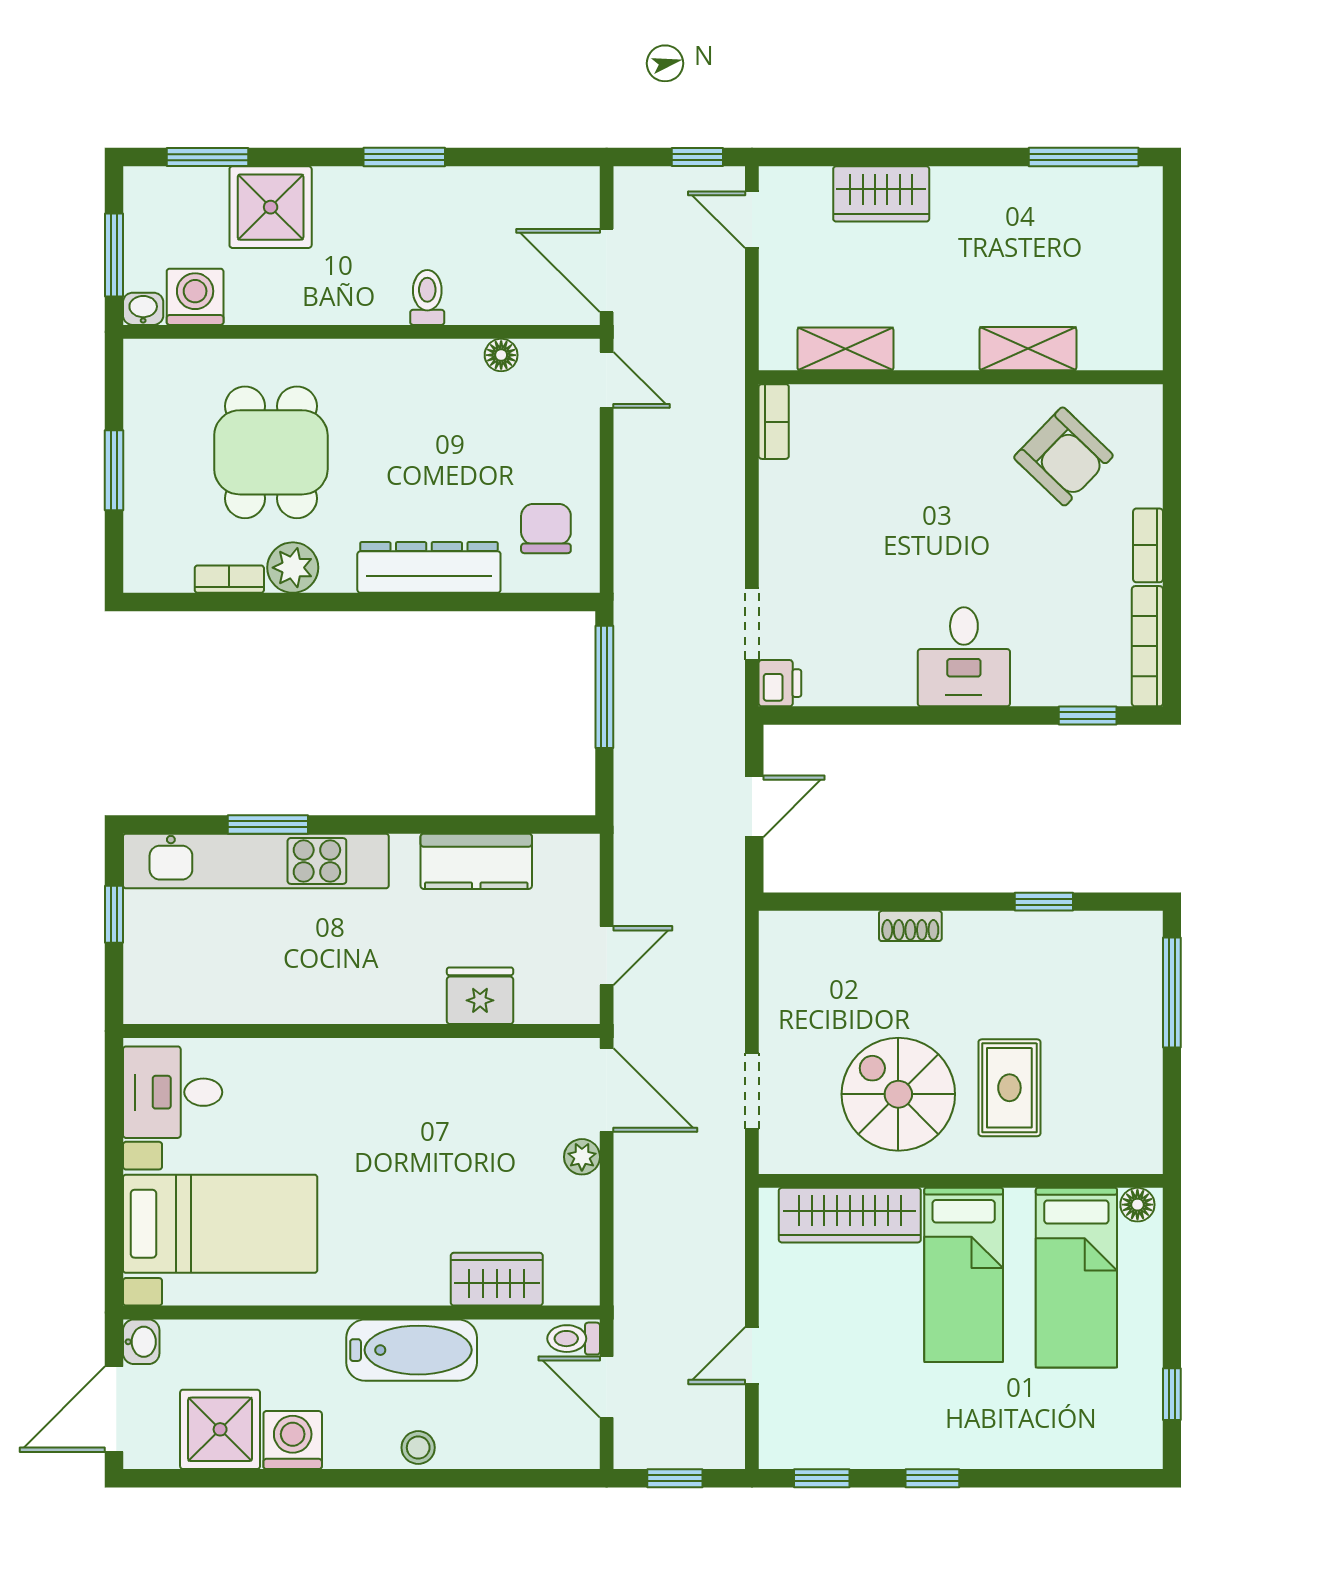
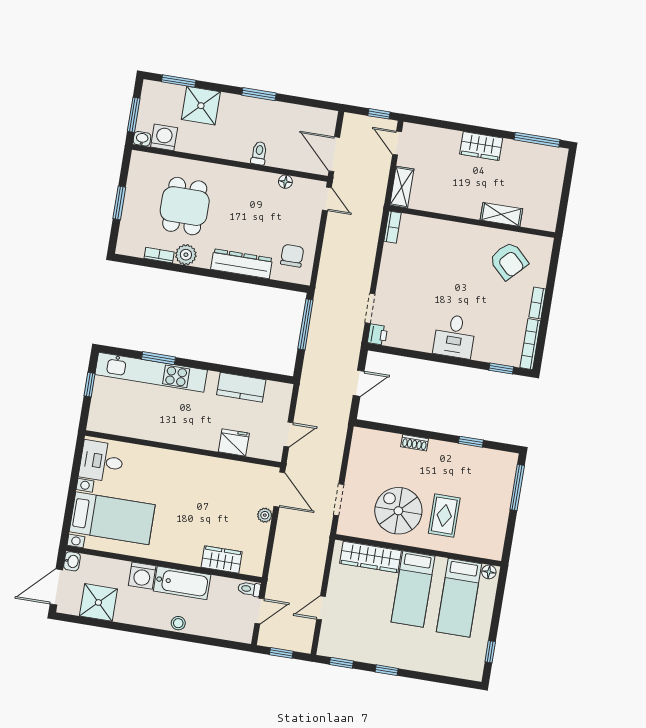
wardrobe: (881, 194) -> (481, 146), moved
shelving: (845, 349) -> (402, 187), moved, turned 90
door: (607, 1387) -> (259, 611), swing flipped
washing machine: (293, 1440) -> (142, 576), moved, turned 180

